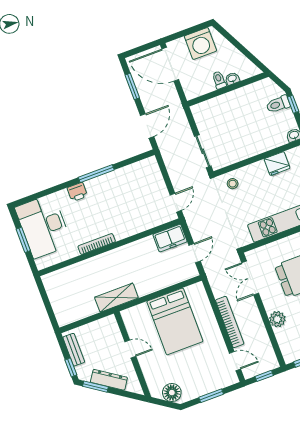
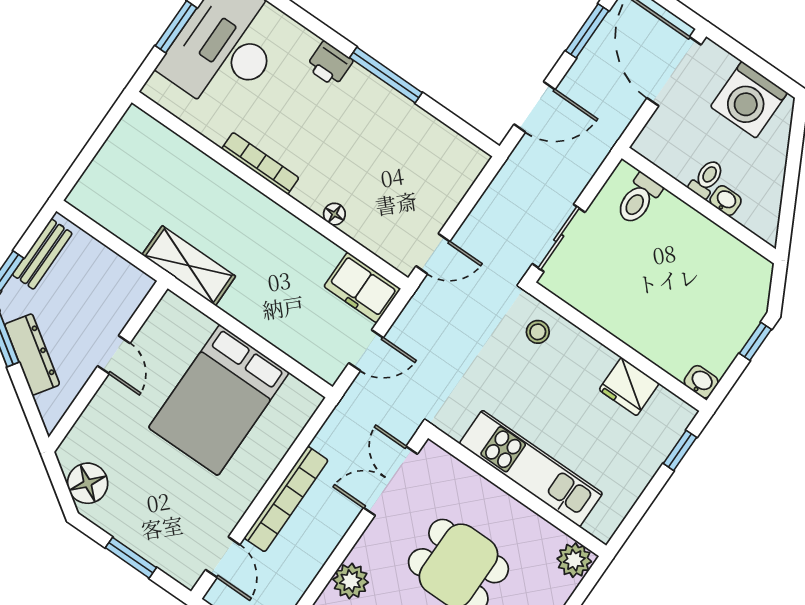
toilet: (278, 104) -> (639, 199), moved, turned -90
floor lamp: (135, 229) -> (334, 214), added

